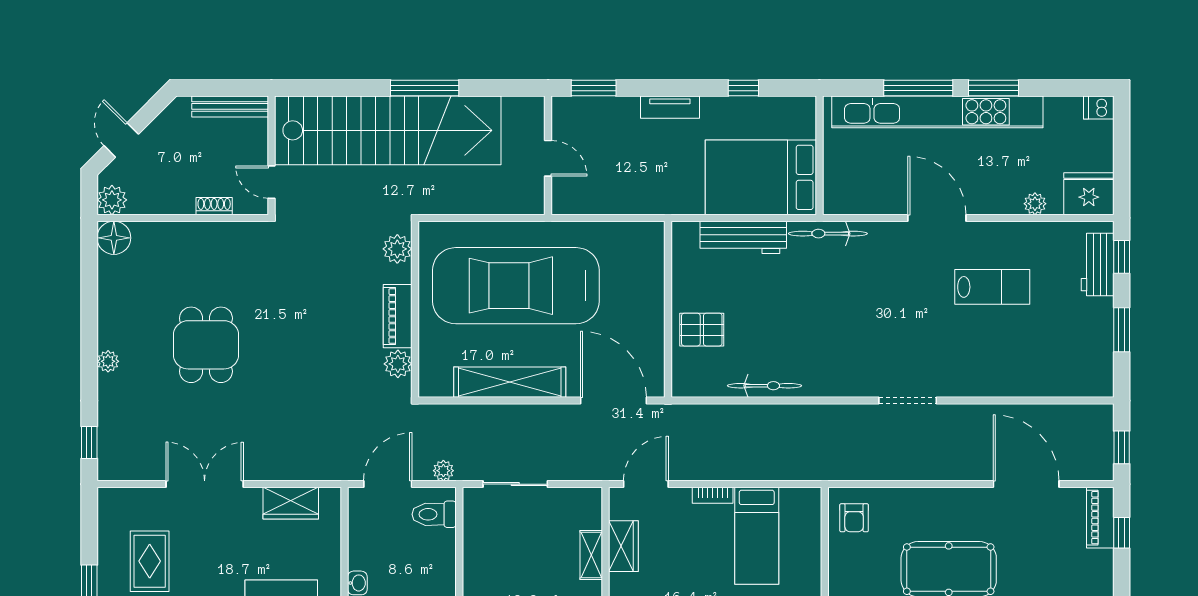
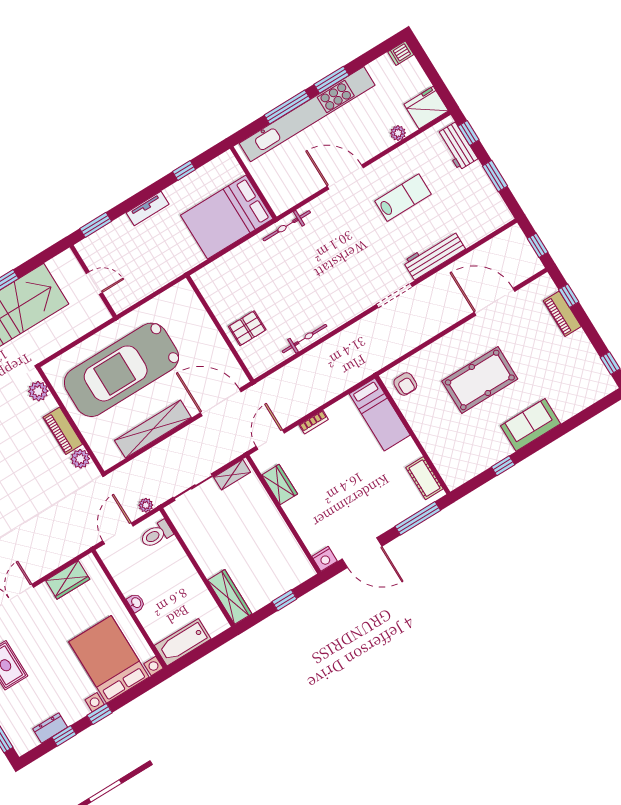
workbench: (743, 237) -> (434, 255), moved, turned 180
piano: (1100, 518) -> (562, 314), moved
bed: (757, 536) -> (380, 414), moved
shelving: (591, 555) -> (232, 475), moved, turned 90

